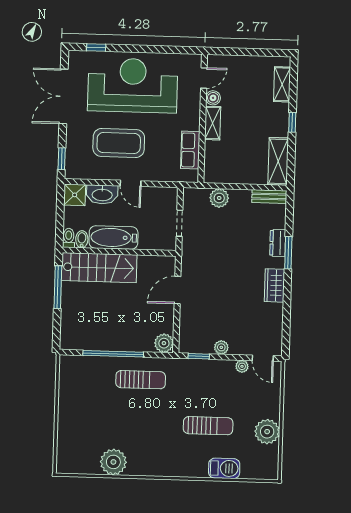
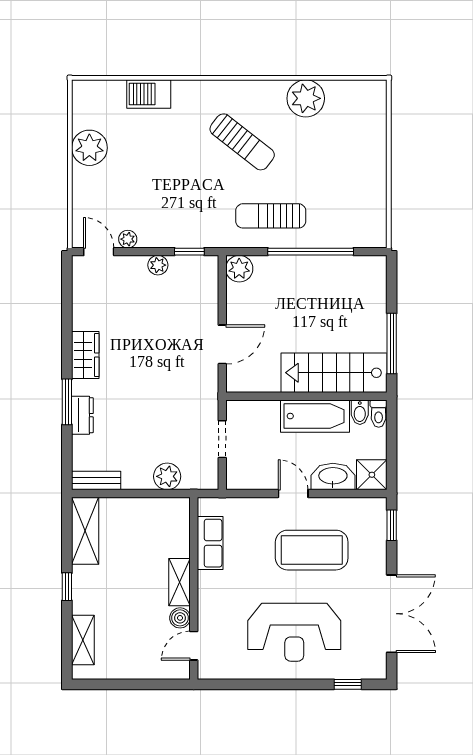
reception desk: (133, 85) -> (294, 632), width x0.74, depth x0.77
sun lounger: (208, 426) -> (242, 142), moved, turned -142

